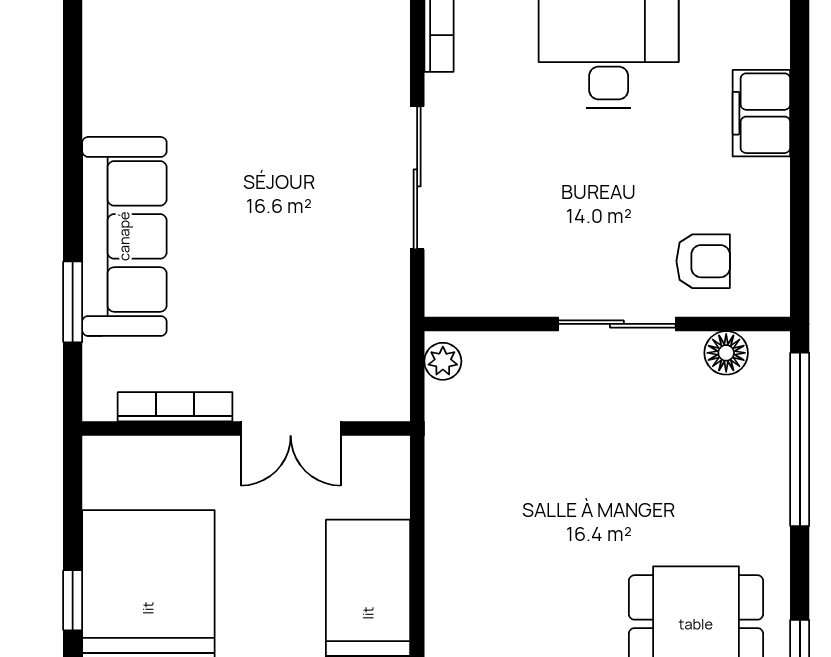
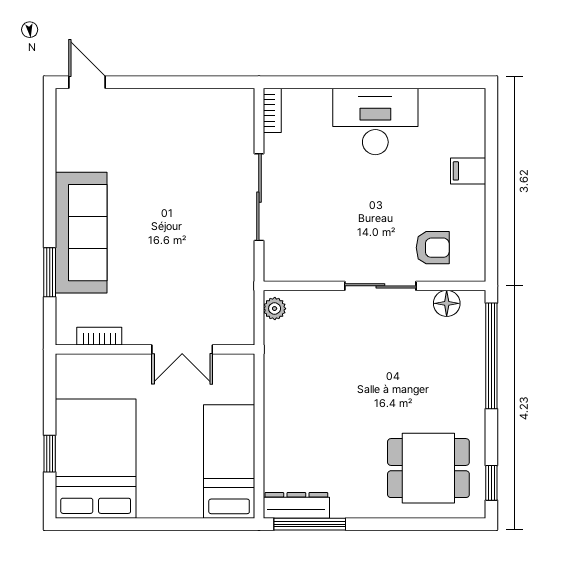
filing cabinet: (761, 113) -> (468, 171), width x0.50
bookcase: (175, 407) -> (99, 336), width x0.64

